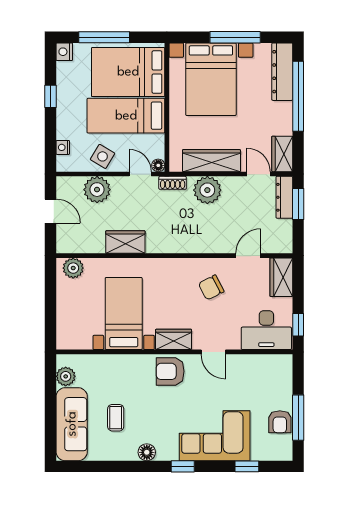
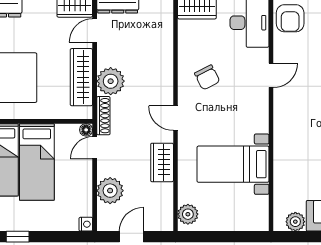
nightstand: (63, 147) -> (86, 224), moved, turned -90
side table: (103, 156) -> (77, 185), removed
shoe rack: (173, 183) -> (103, 116), width x1.43
door: (248, 256) -> (175, 118), moved
wardrobe: (174, 339) -> (259, 115), removed
armchair: (170, 371) -> (290, 18), moved

